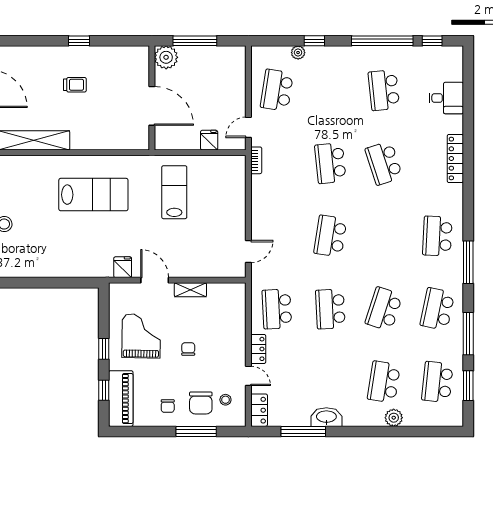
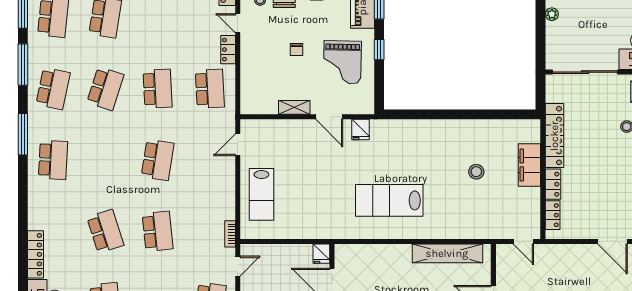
fridge: (209, 140) -> (321, 254), moved
locker: (455, 158) -> (35, 254), moved
lab bench: (174, 192) -> (261, 194), moved

